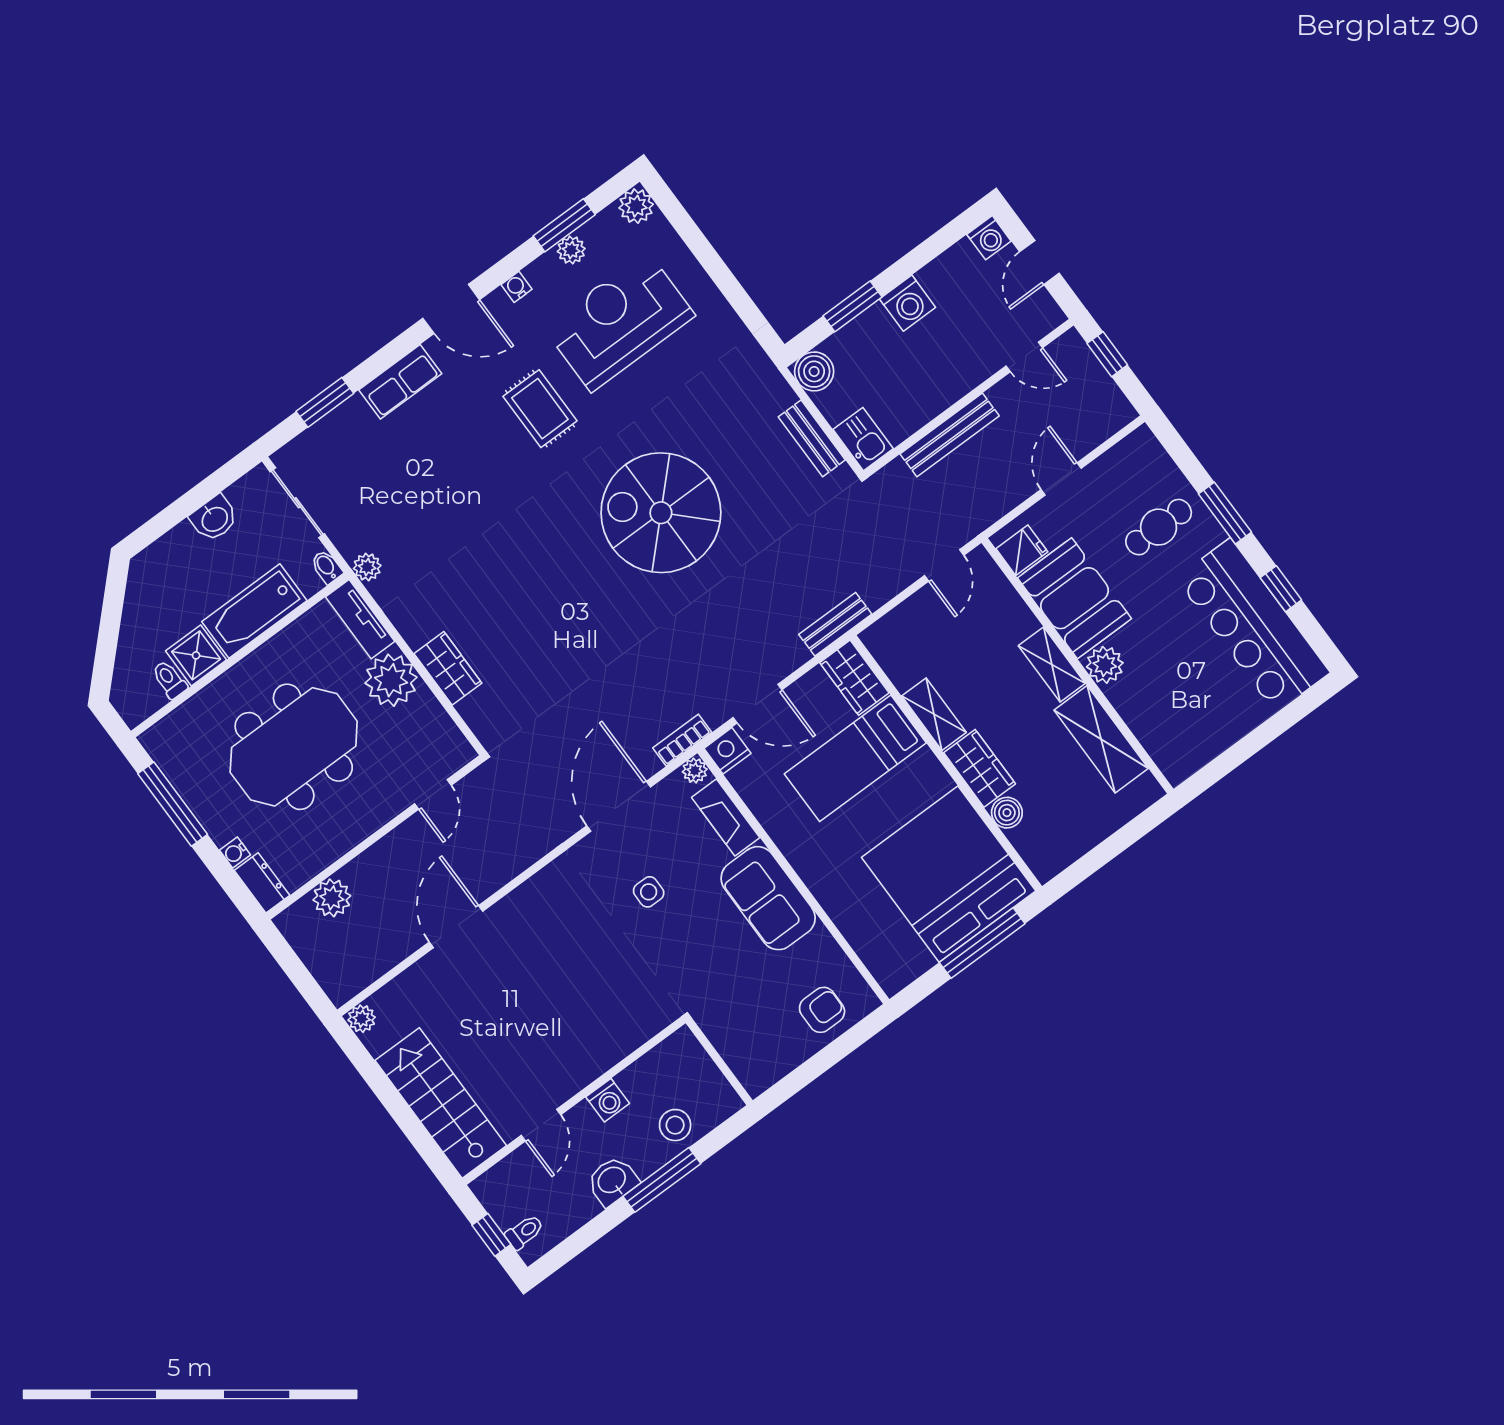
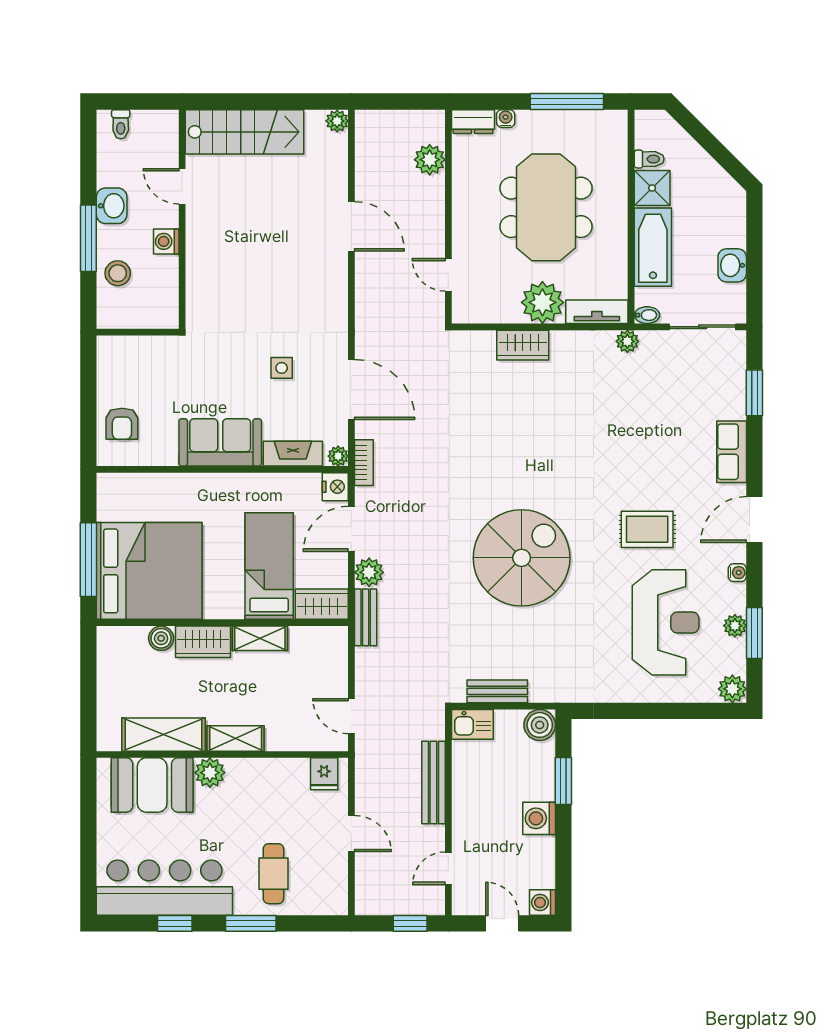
booth: (1075, 598) -> (152, 785), moved
plant: (788, 654) -> (369, 572), added
window: (491, 1235) -> (135, 101), removed

